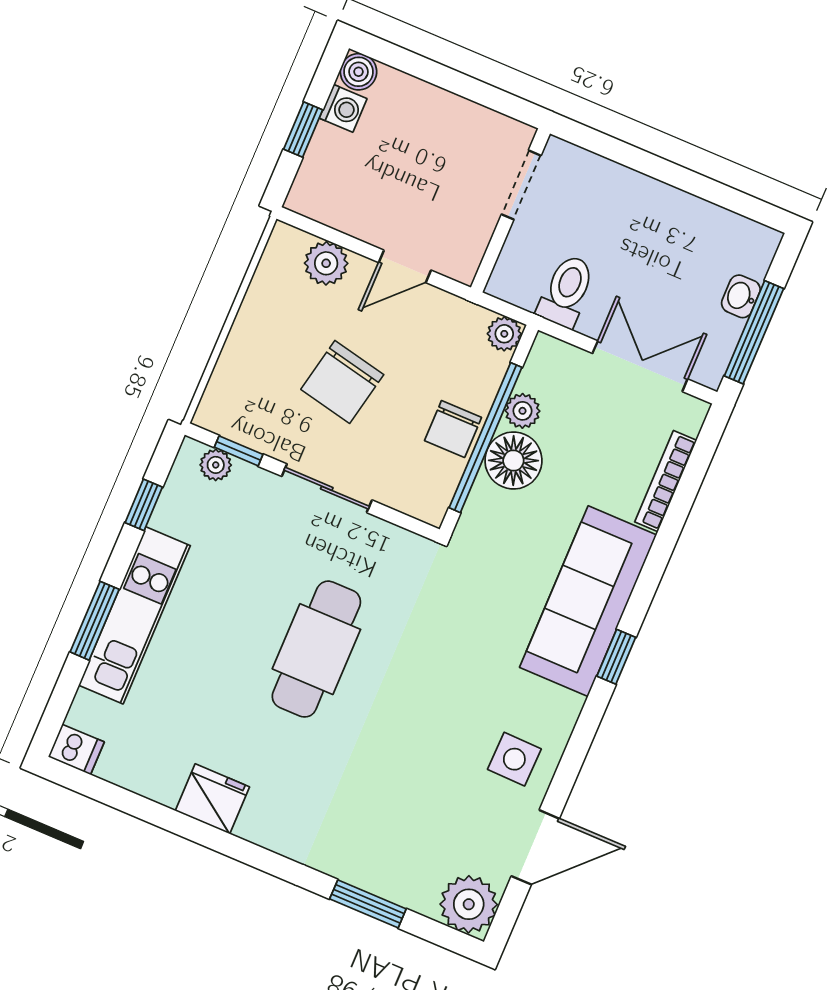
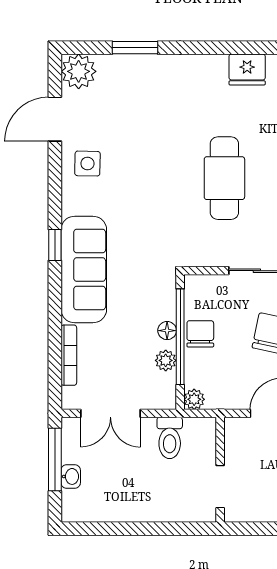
floor lamp: (513, 460) -> (167, 331), width x0.53, depth x0.53

